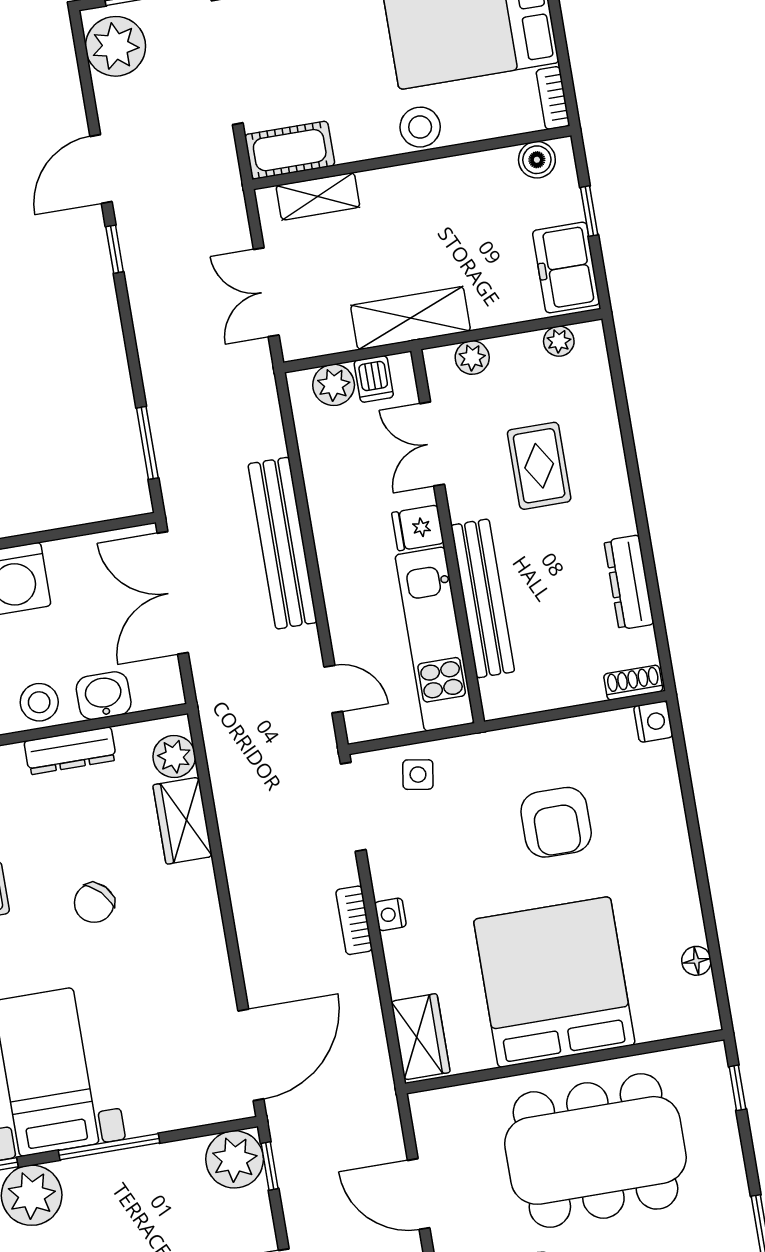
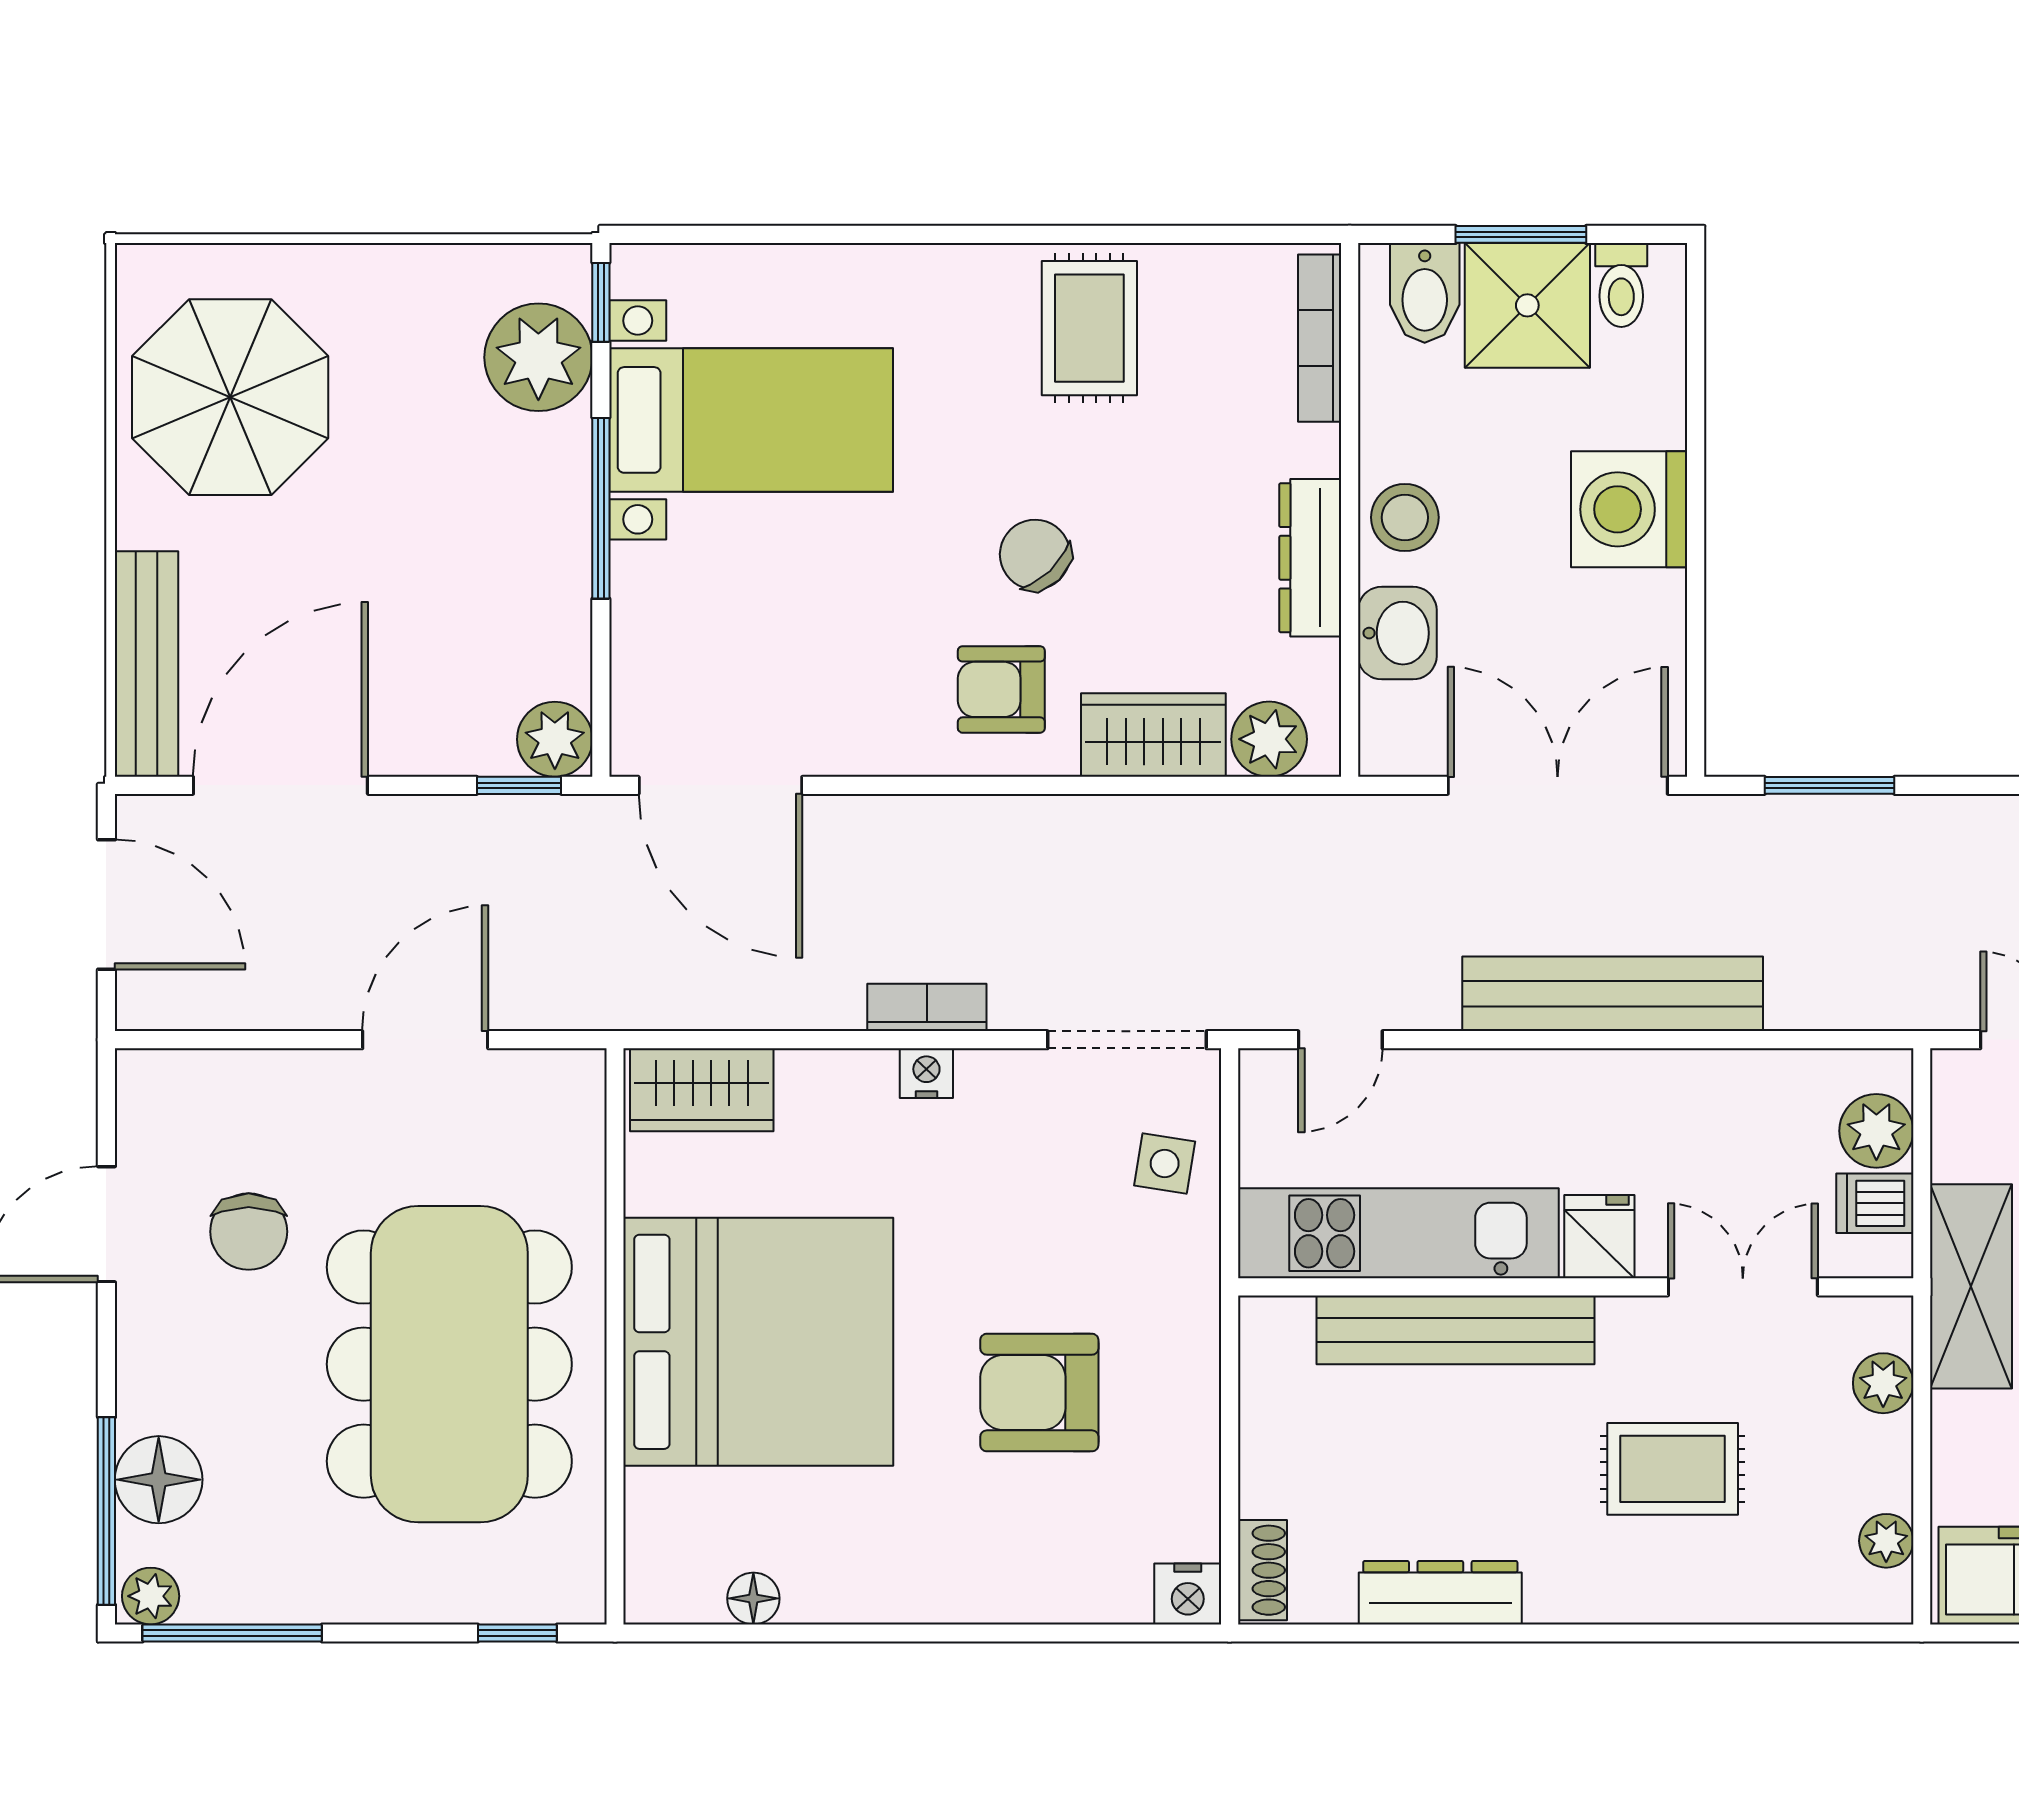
armchair: (172, 909) -> (1001, 689), added
plant: (235, 1159) -> (555, 739), width x0.73, depth x0.73

